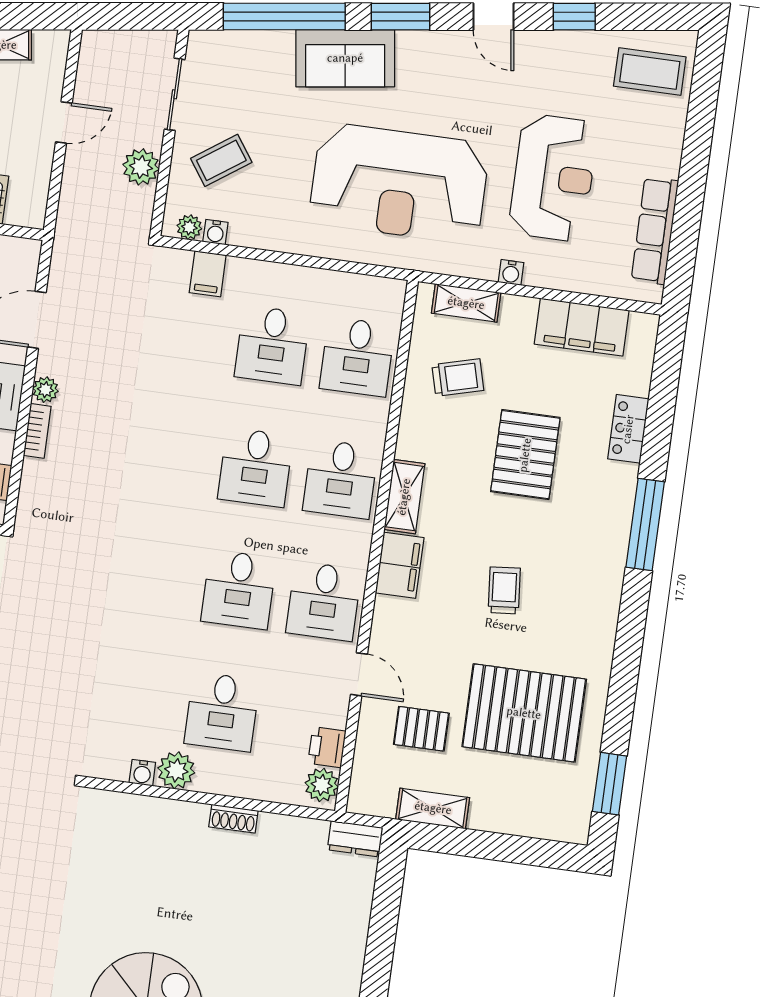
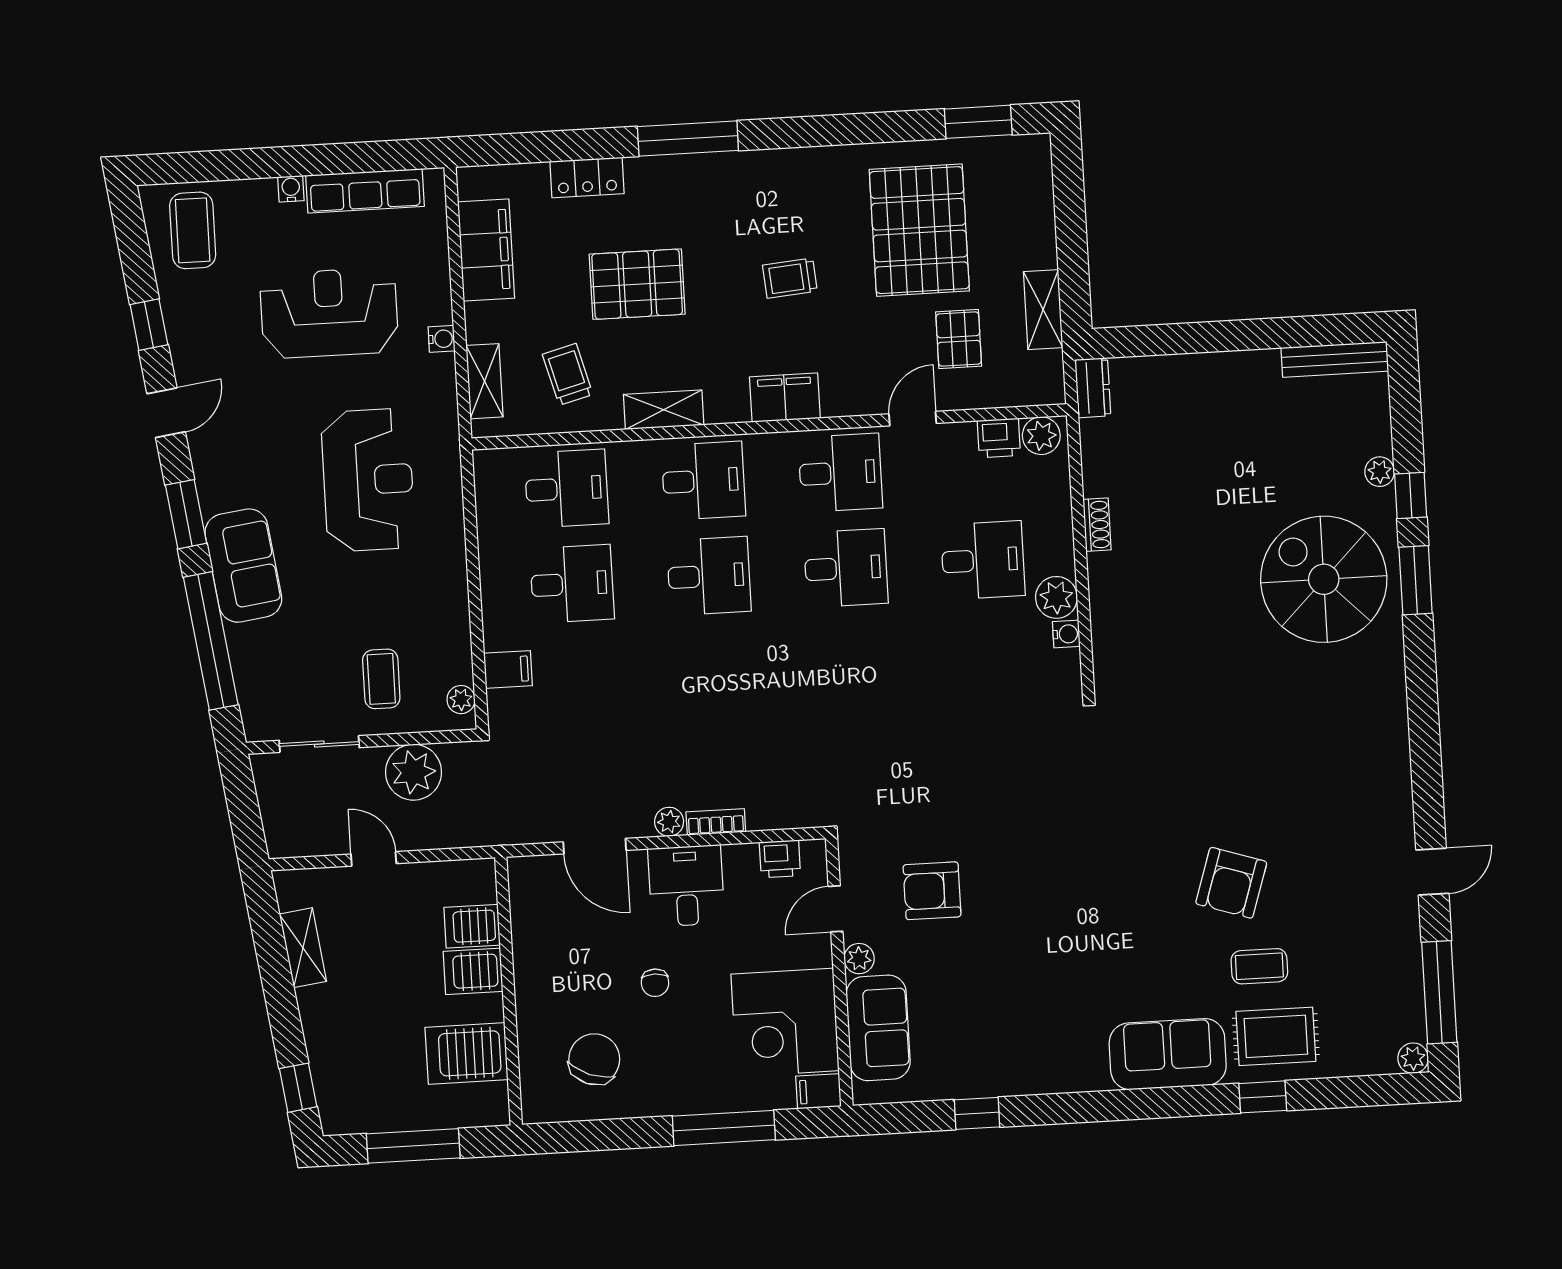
coffee table: (221, 160) -> (381, 679), turned 35
plant: (141, 167) -> (413, 772), width x1.36, depth x1.36
reception desk: (399, 183) -> (368, 480), width x0.74, depth x0.77
water cooler: (215, 232) -> (291, 189), moved, turned -90
shelving: (404, 497) -> (664, 410), moved

